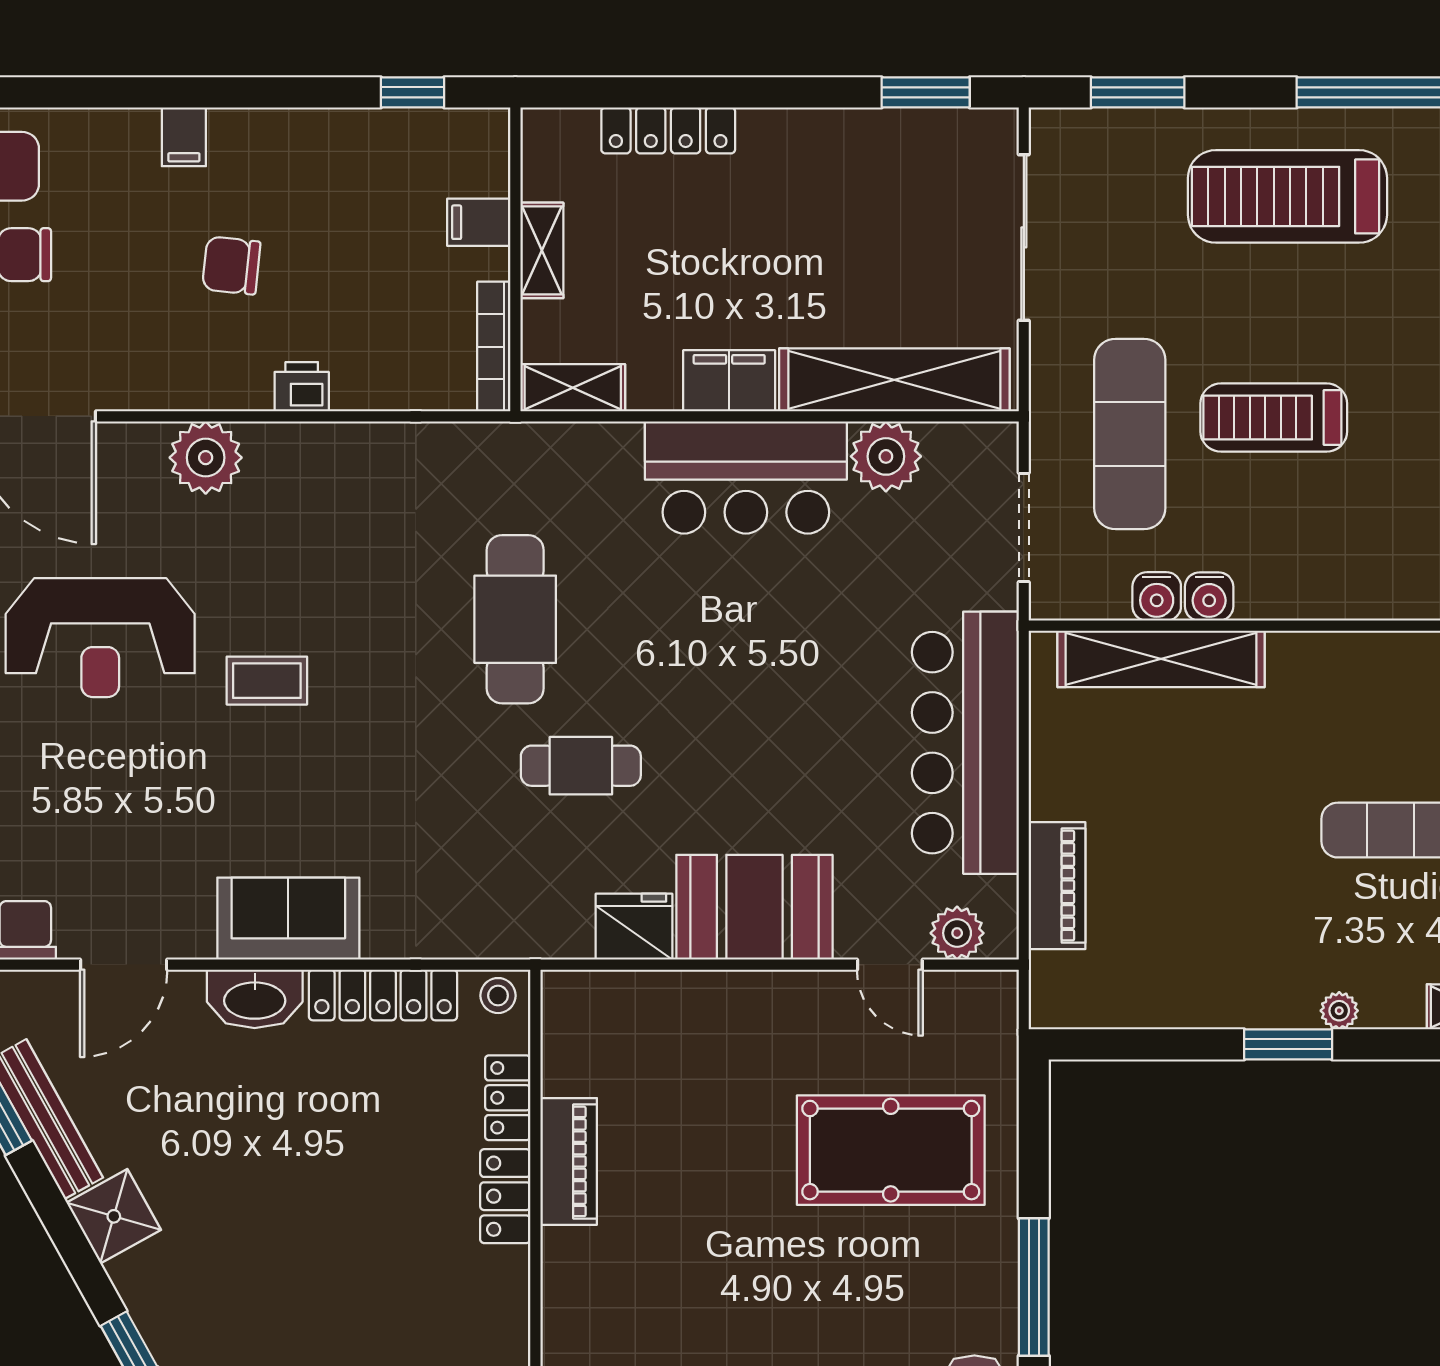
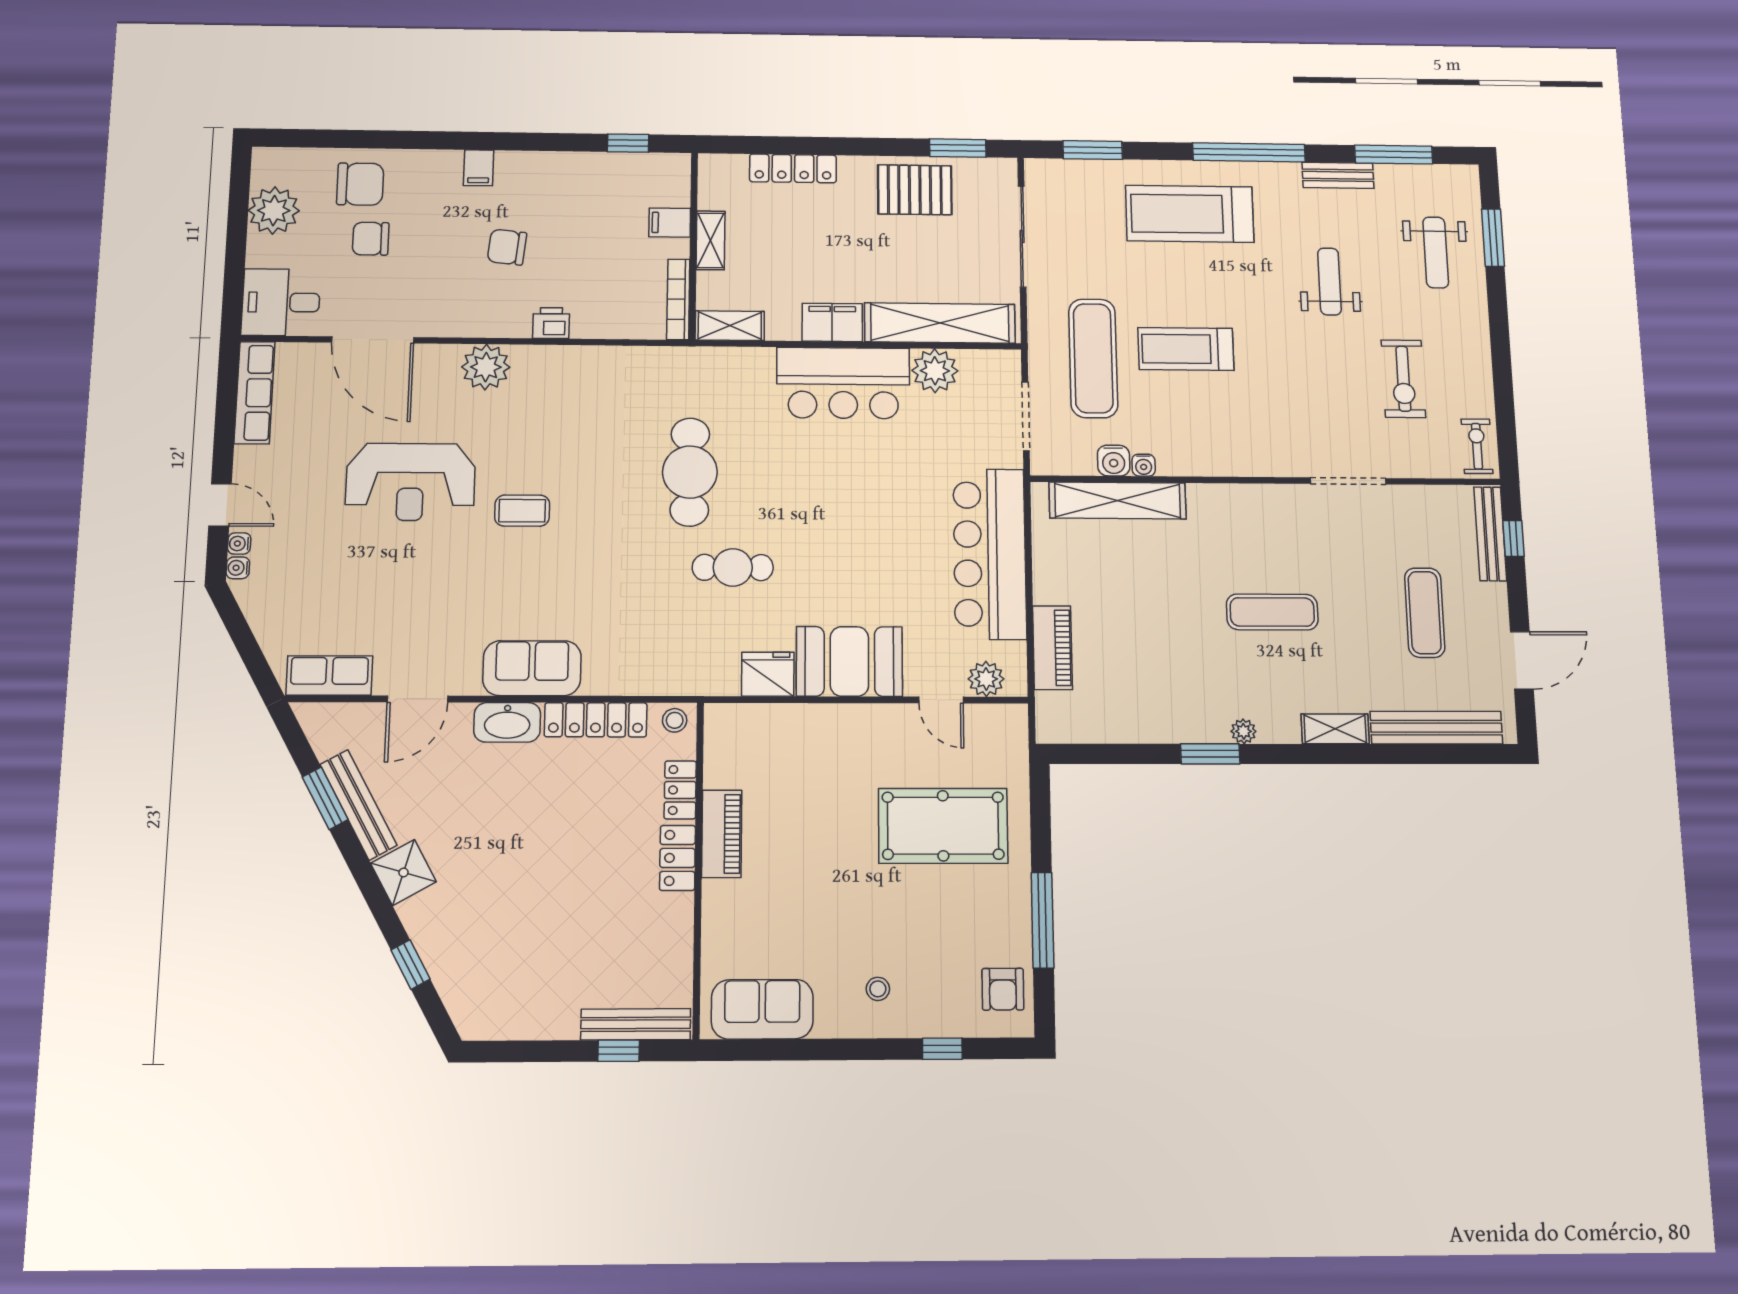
pallet: (858, 163) -> (915, 190), added
water cooler: (1209, 597) -> (1144, 465), width x0.72, depth x0.72

